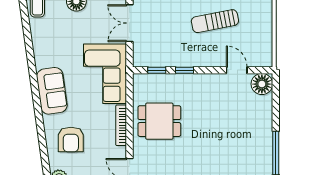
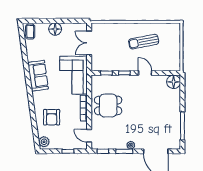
door: (237, 70) -> (145, 73), moved
sofa: (52, 91) -> (38, 76), moved

